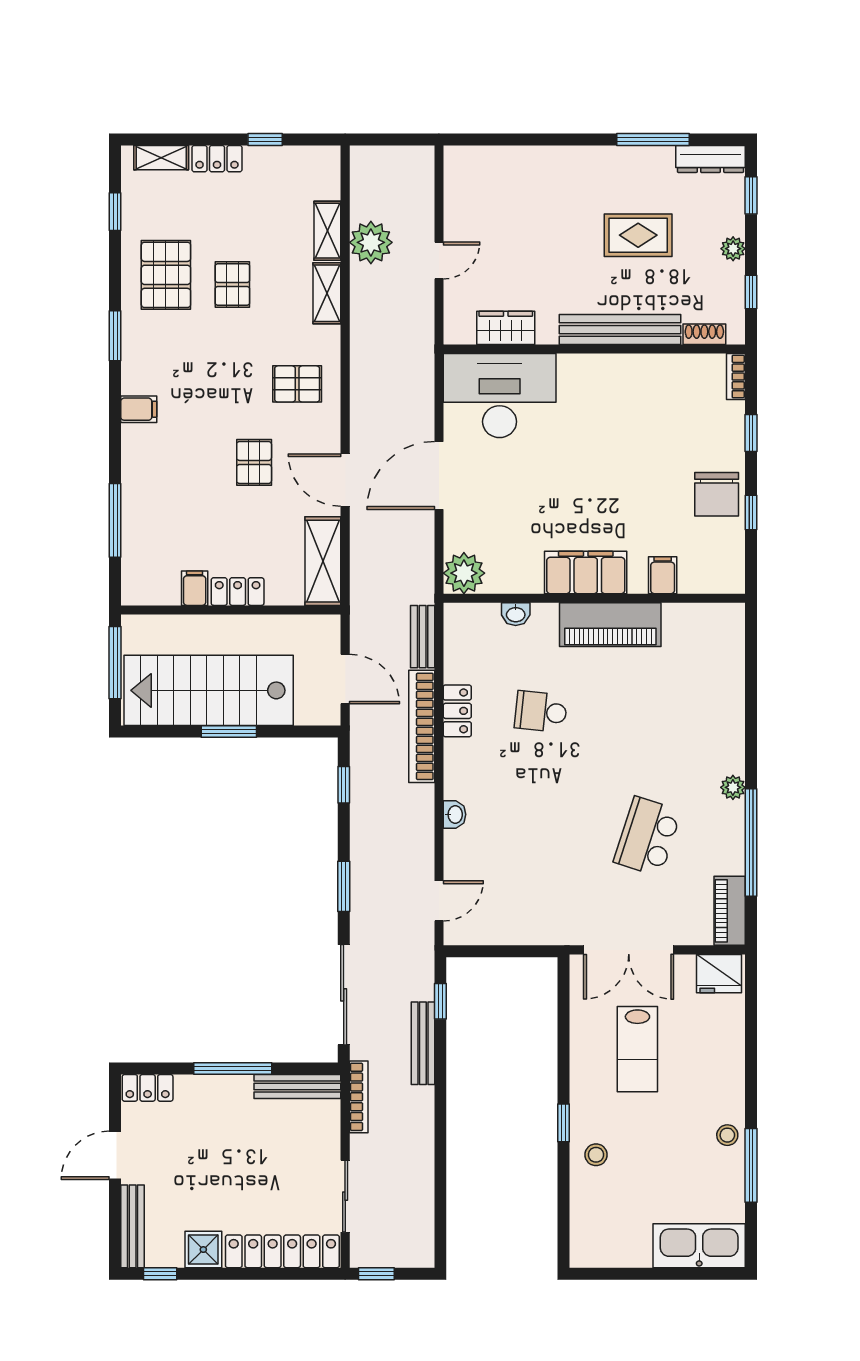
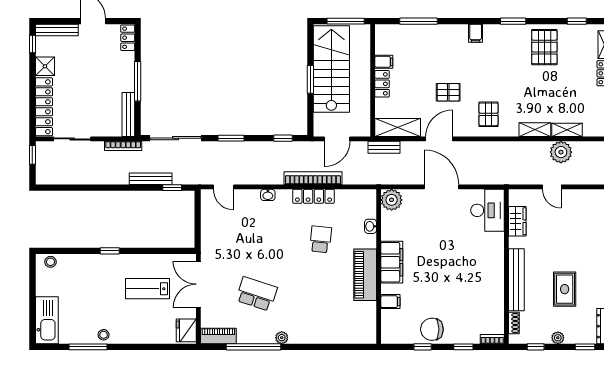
pallet: (166, 275) -> (544, 47), turned 90
pallet: (232, 285) -> (539, 81), removed
desk: (500, 396) -> (487, 210), width x0.73, depth x0.77
bench: (423, 637) -> (384, 147), moved
locker: (457, 711) -> (313, 196), width x1.53
stool: (596, 1155) -> (50, 262), moved

